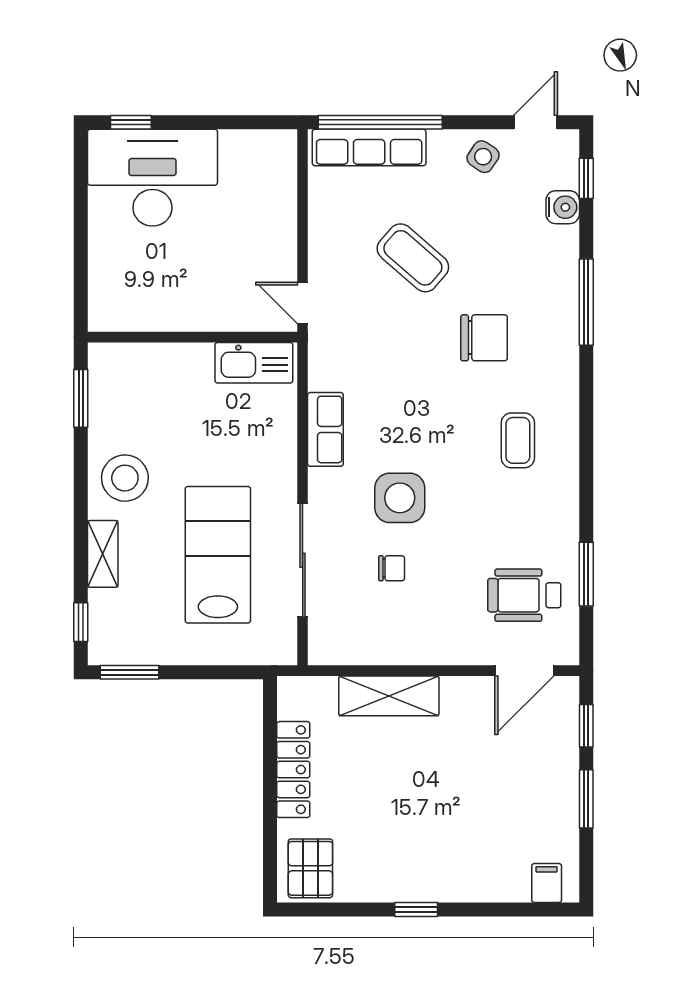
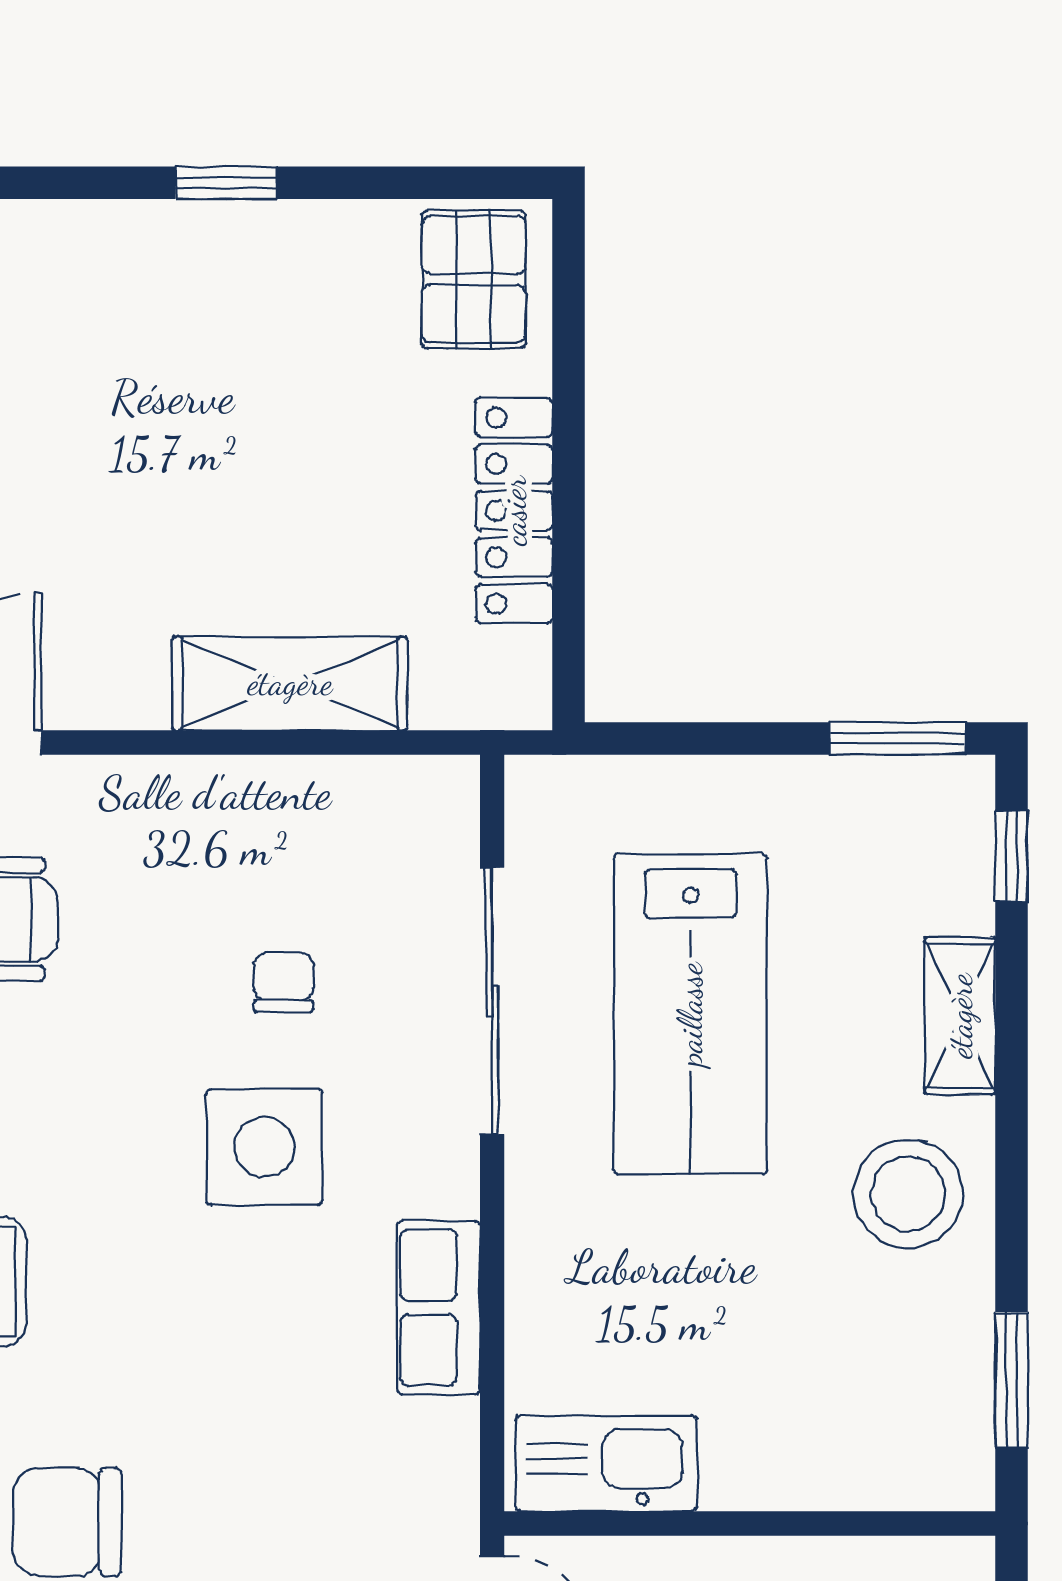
chair: (392, 568) -> (284, 982), turned 90

